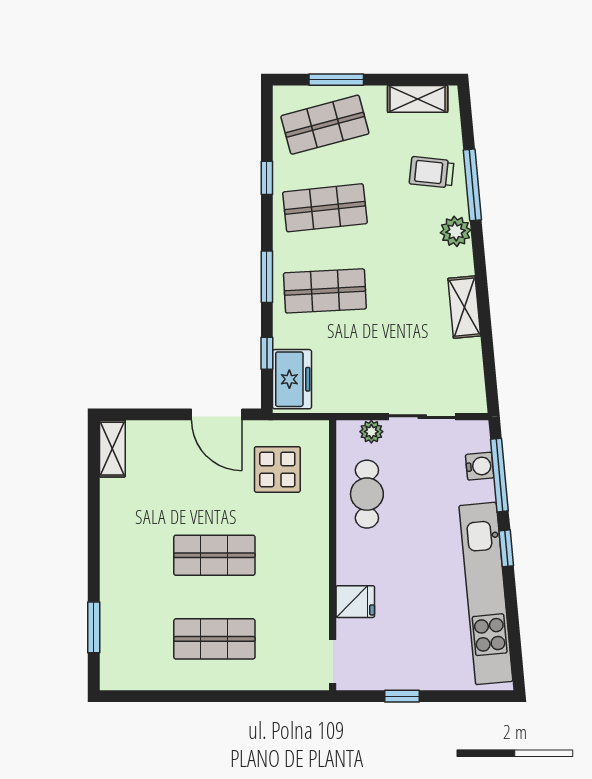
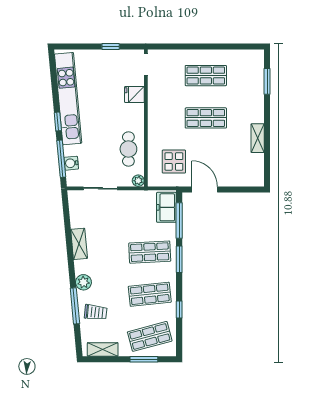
window: (267, 353) -> (179, 220), width x2.17
plant: (371, 432) -> (138, 181), moved
shelving: (112, 449) -> (258, 138), moved

